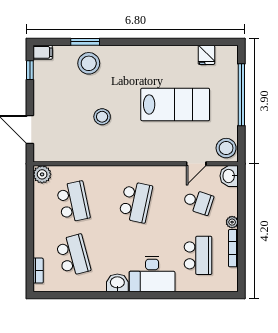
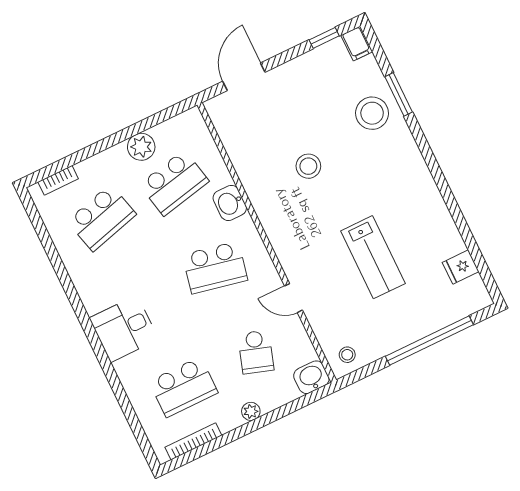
lab bench: (175, 104) -> (373, 257), width x0.73, depth x0.72
stool: (226, 148) -> (347, 355), width x0.53, depth x0.53
door: (196, 164) -> (294, 298), moved
plant: (42, 174) -> (141, 147), moved
bookcase: (233, 248) -> (193, 441), moved
desk: (152, 274) -> (124, 329), width x0.73
washbasin: (117, 283) -> (230, 203), moved, turned 180

